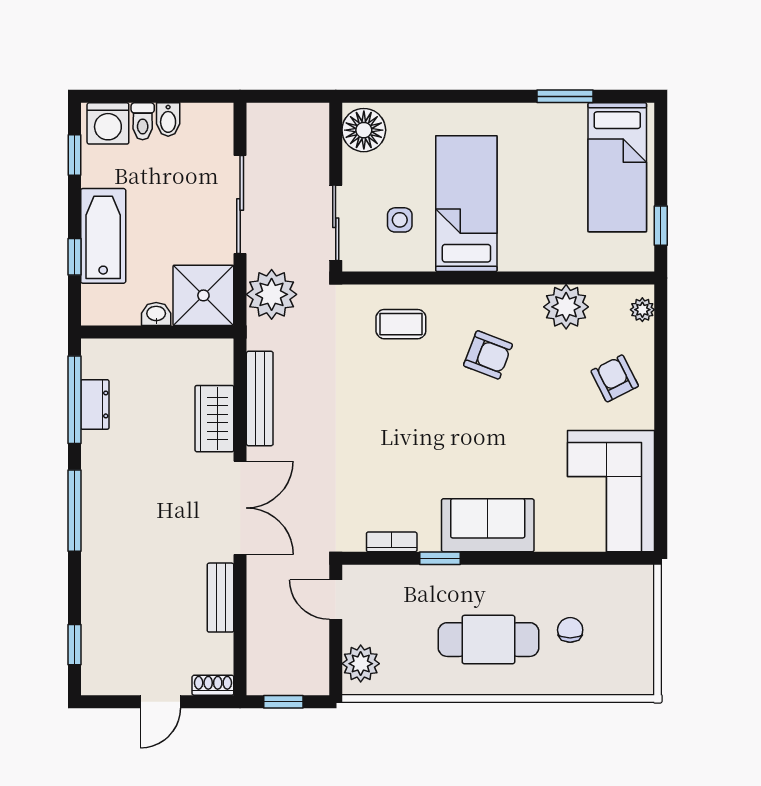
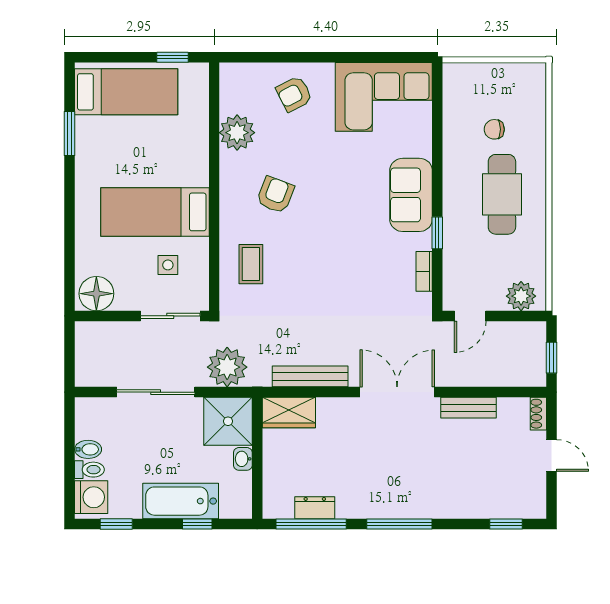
plant: (642, 310) -> (239, 72), removed
wardrobe: (214, 419) -> (289, 412), moved

